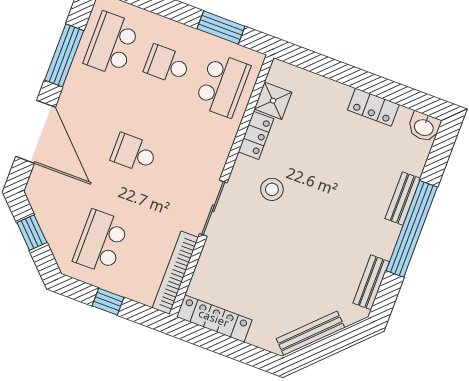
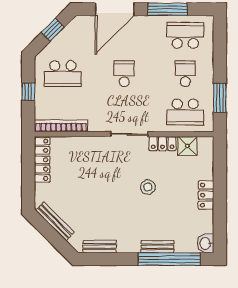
locker: (373, 107) -> (206, 195), moved
stool: (272, 189) -> (148, 187), moved
sliding door: (213, 208) -> (129, 134), moved
window: (412, 229) -> (169, 259), moved
school desk: (101, 242) -> (63, 74), turned 180

